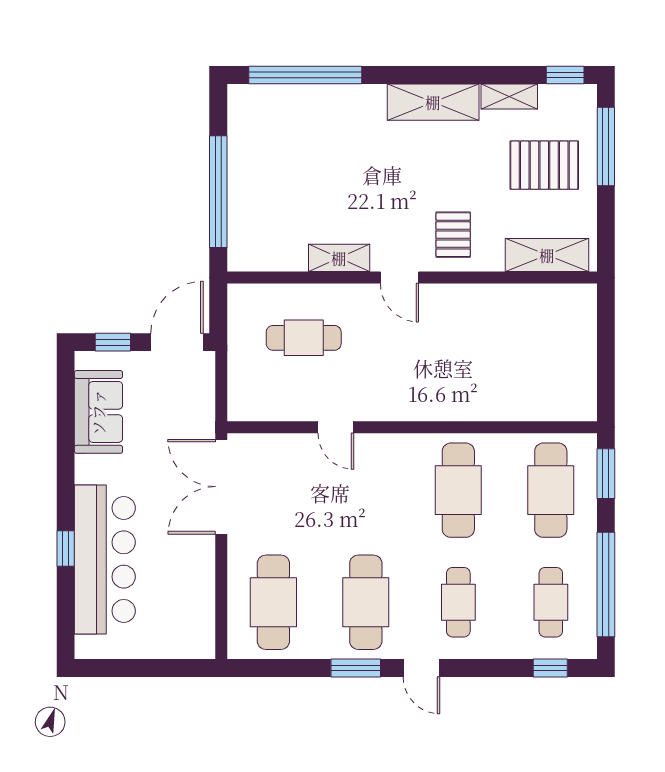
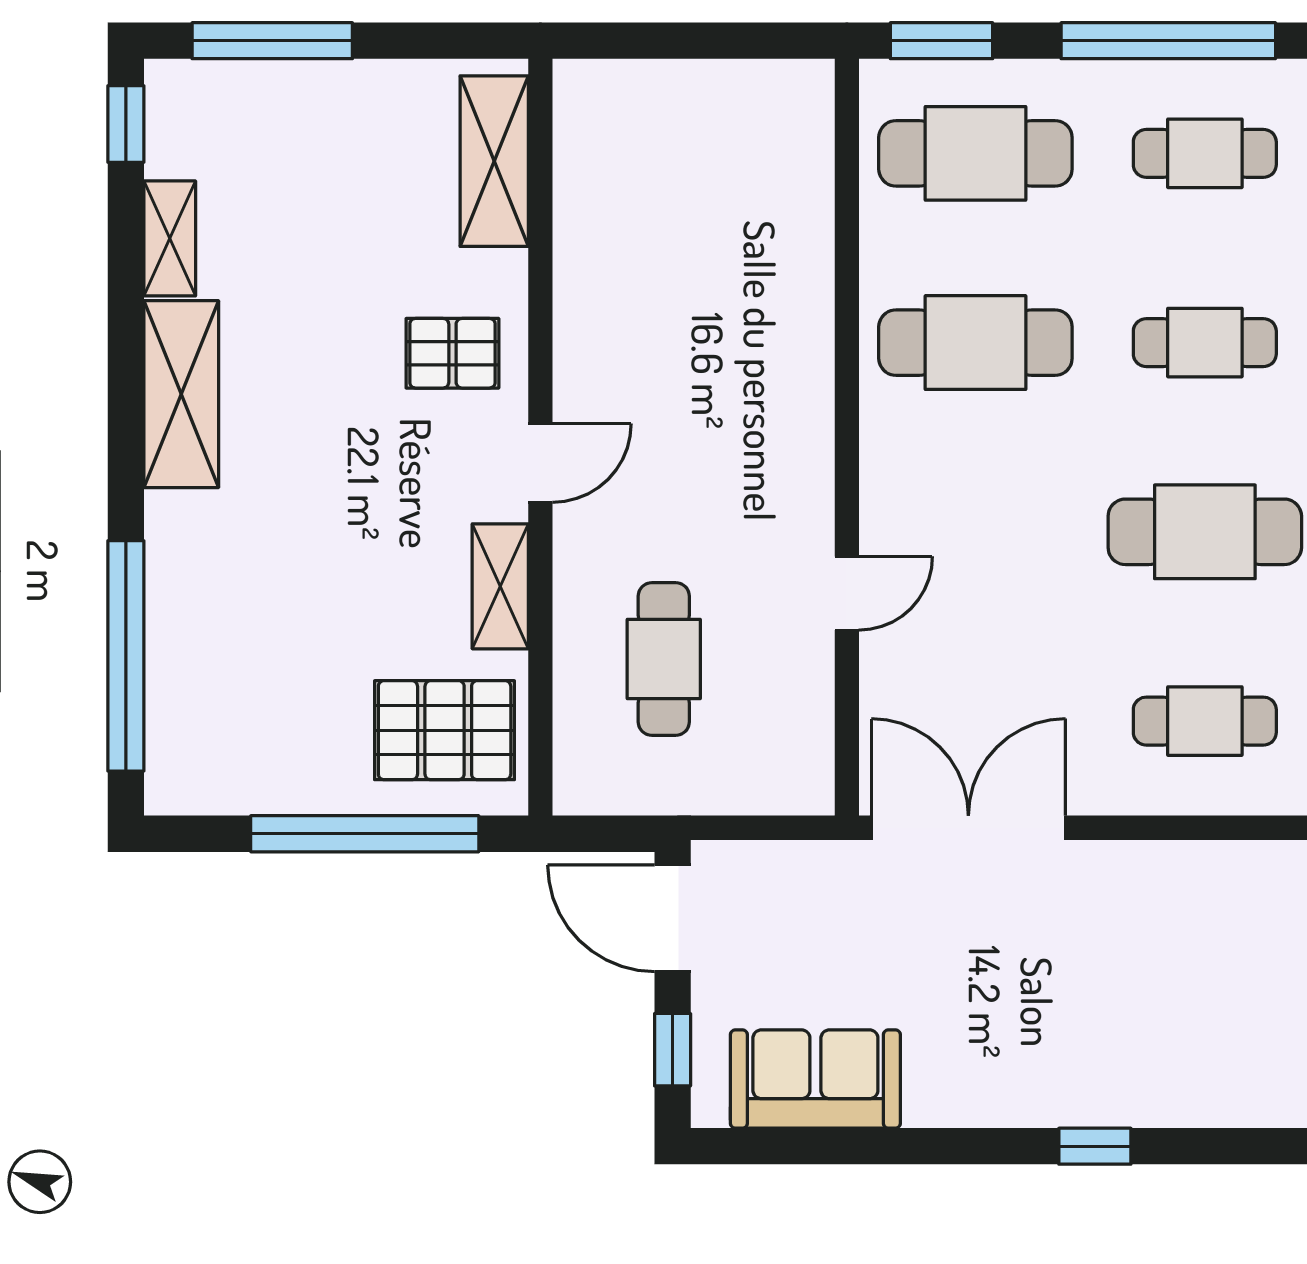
pallet: (544, 165) -> (445, 730), moved, turned 90
double door: (221, 487) -> (968, 828), swing flipped
bar counter: (105, 559) -> (1117, 1066), removed
cafe table: (273, 602) -> (1205, 721), width x0.73, depth x0.74

